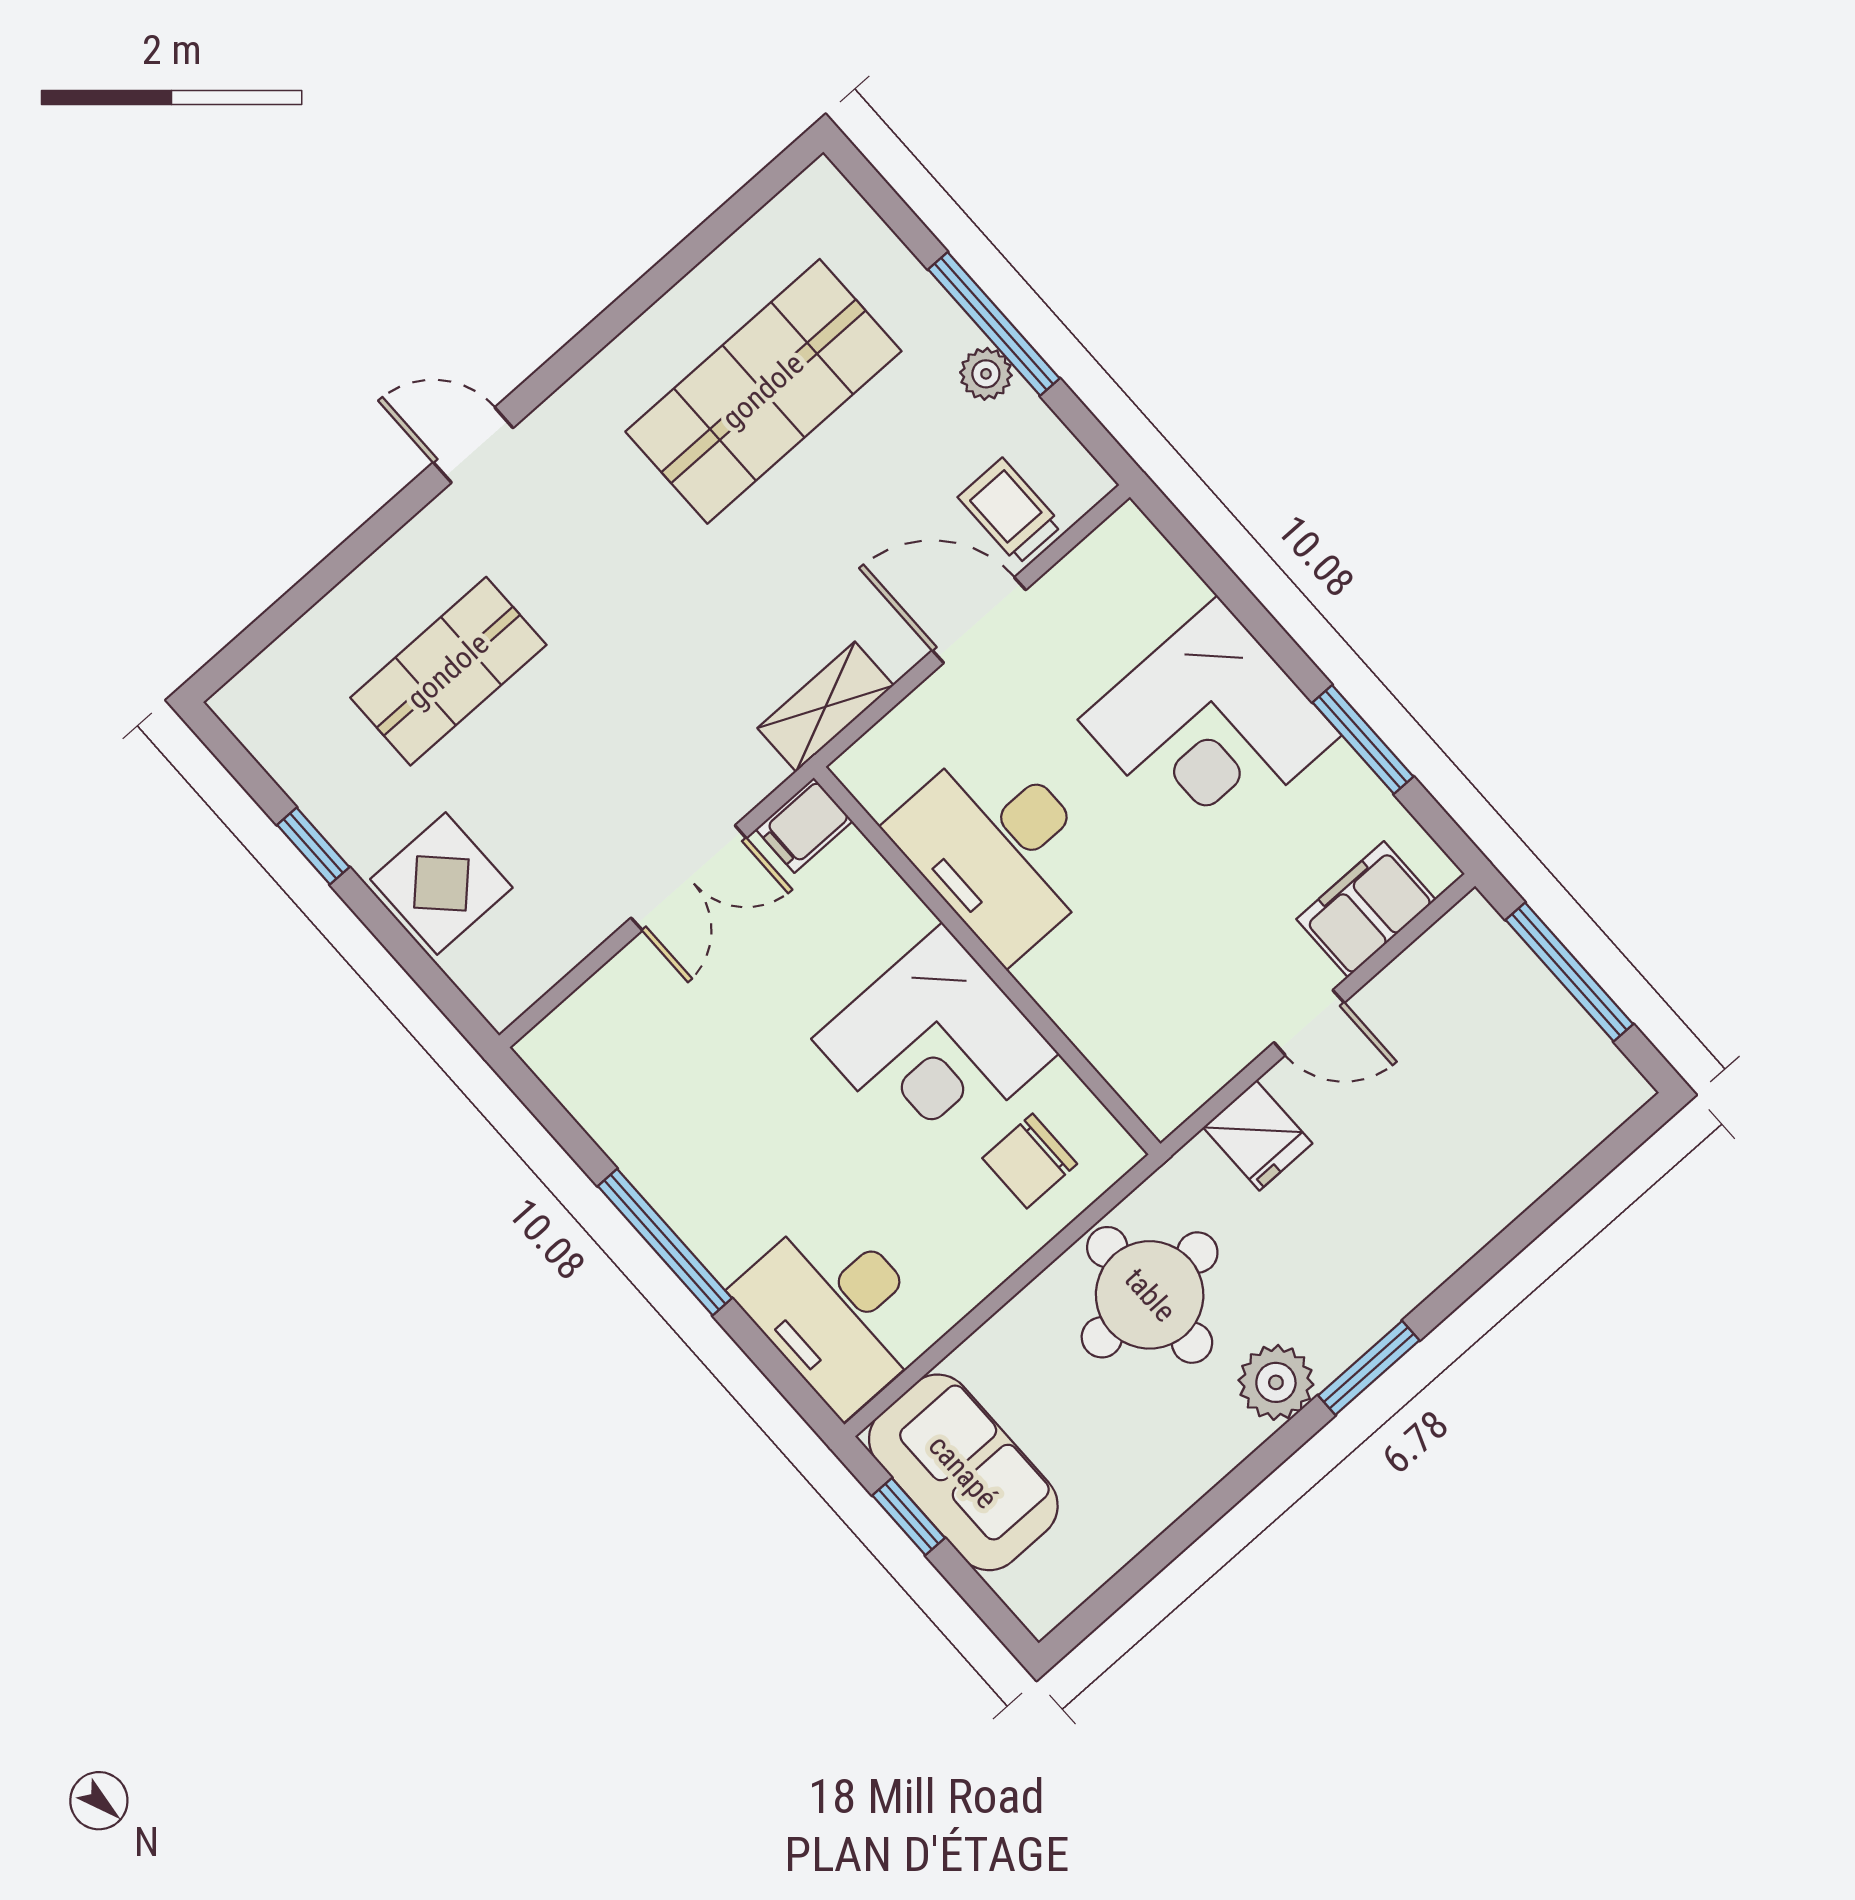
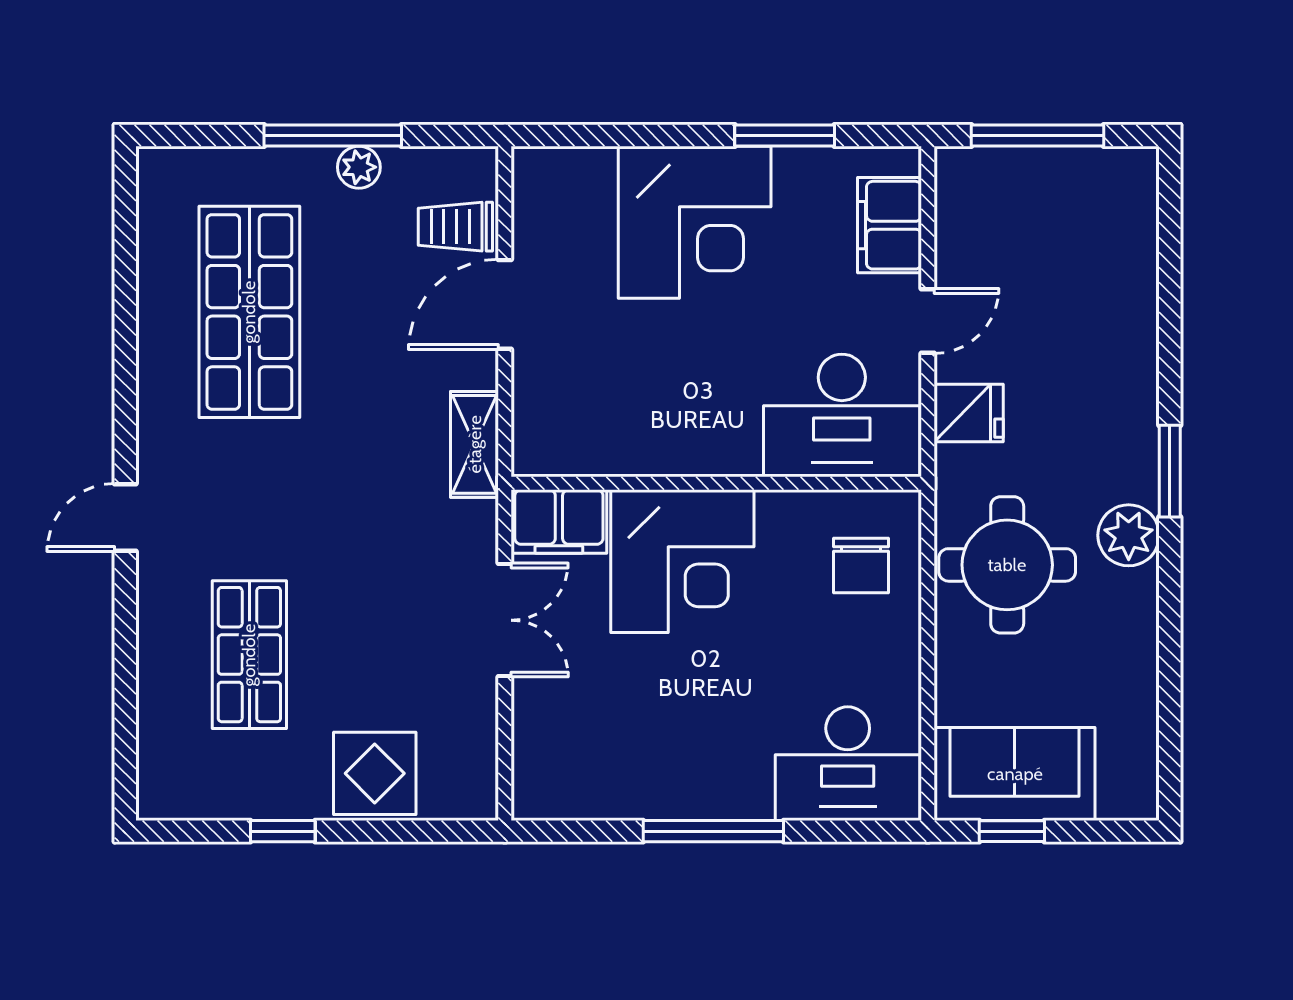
filing cabinet: (804, 825) -> (559, 521), width x2.00
desk: (999, 848) -> (842, 416), moved
corner desk: (935, 1046) -> (682, 561), moved

